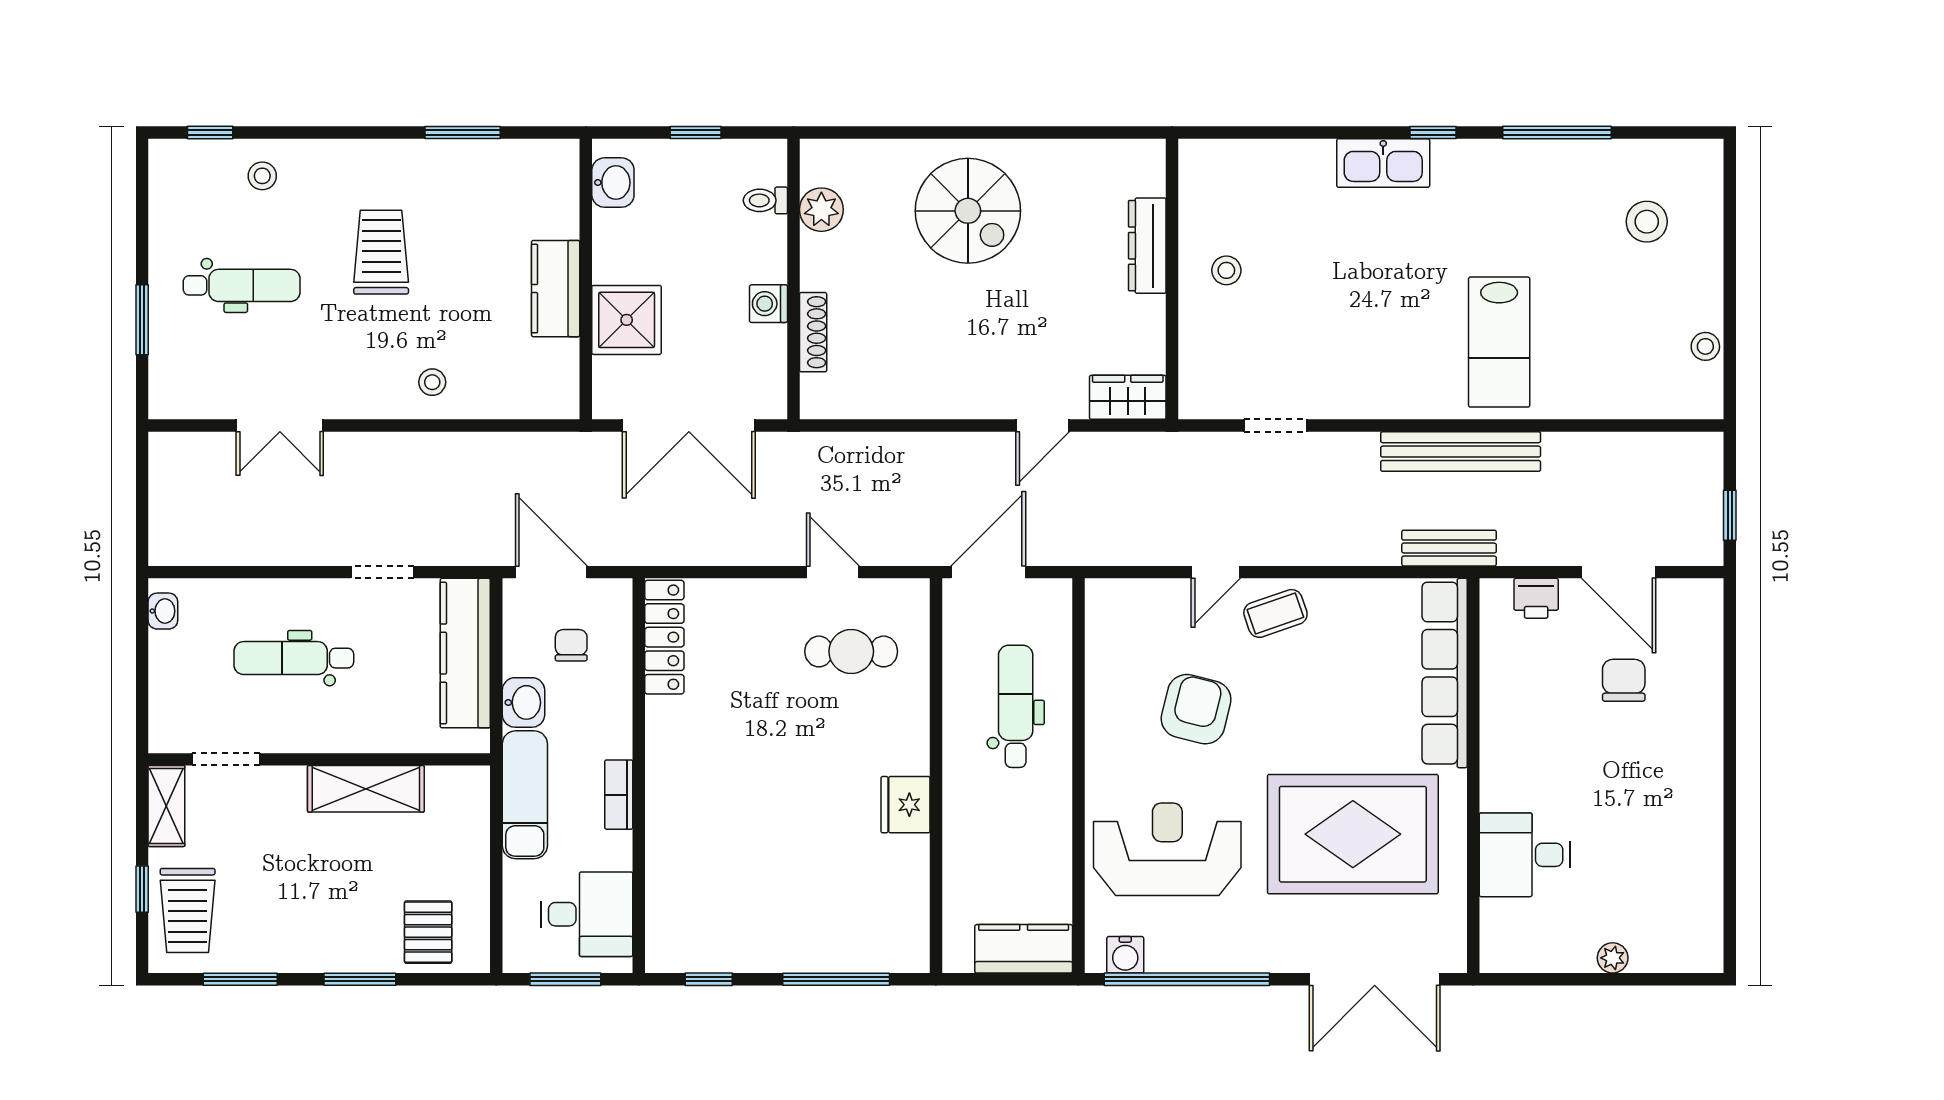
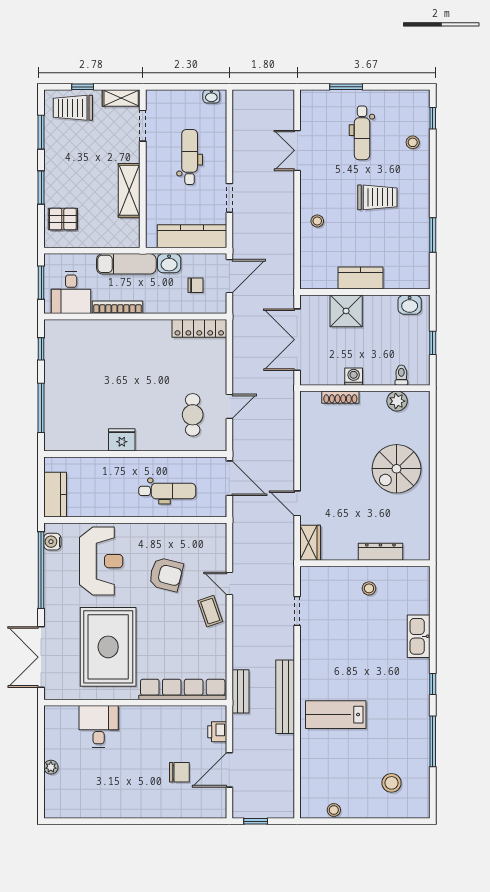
kitchen sink: (1383, 163) -> (419, 636), moved
bookcase: (619, 795) -> (117, 307), width x1.56

